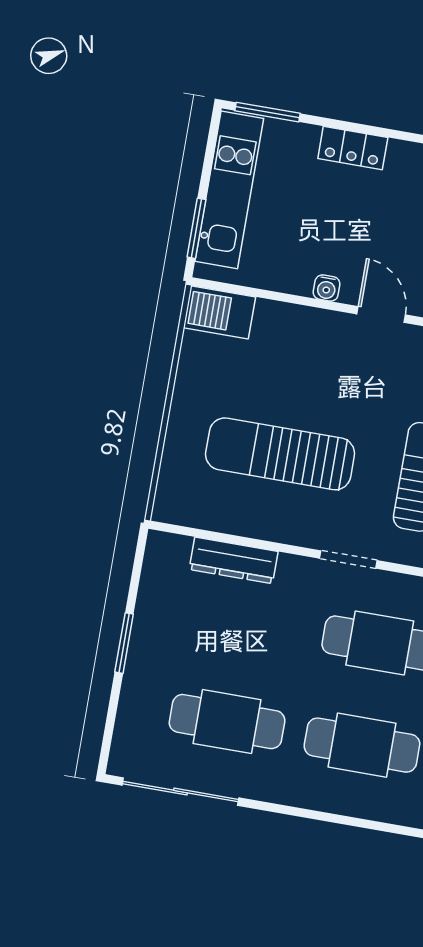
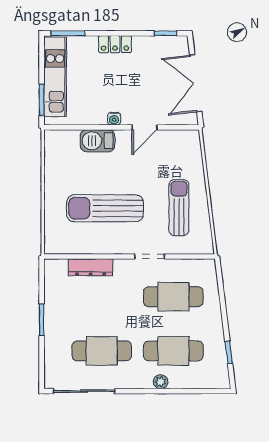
barbecue: (219, 312) -> (98, 141), moved
door: (381, 314) -> (144, 127), swing flipped
plant: (328, 799) -> (161, 382), added

